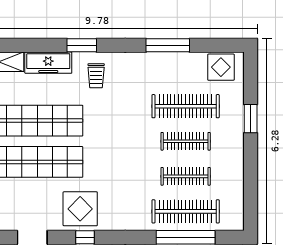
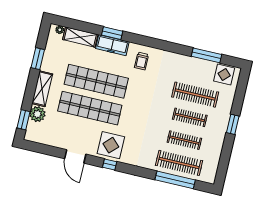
window: (82, 45) -> (112, 33), moved
window: (168, 45) -> (207, 55), moved
window: (251, 119) -> (233, 124), moved

